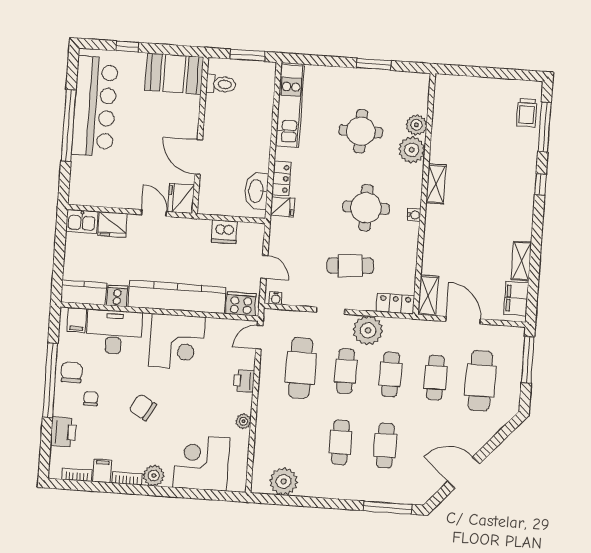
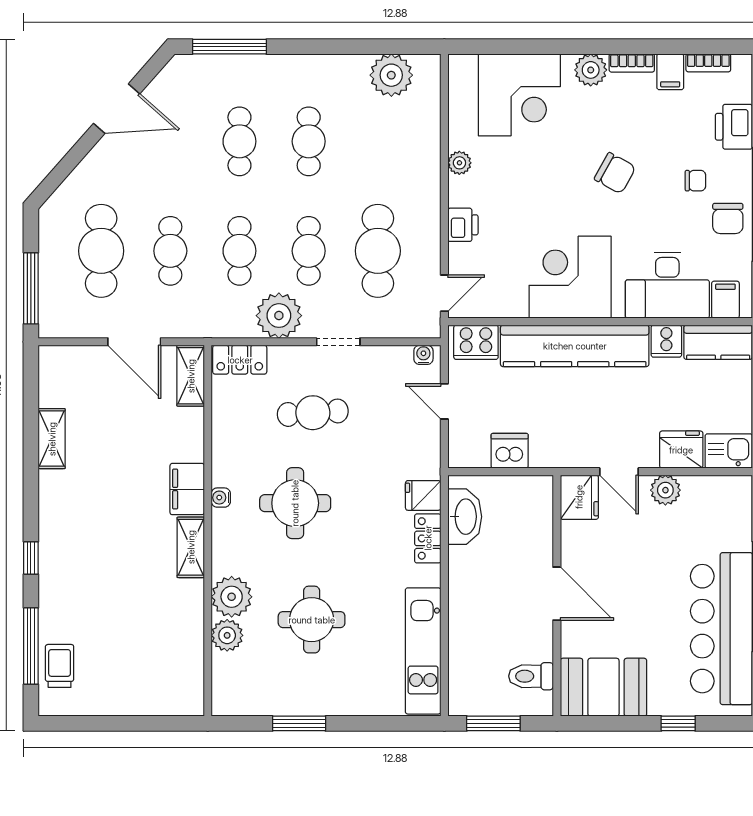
door: (199, 157) -> (557, 594), moved
plant: (125, 199) -> (665, 490), added
filing cabinet: (516, 299) -> (187, 489), moved, turned 180
chair: (91, 399) -> (695, 181), turned -90

